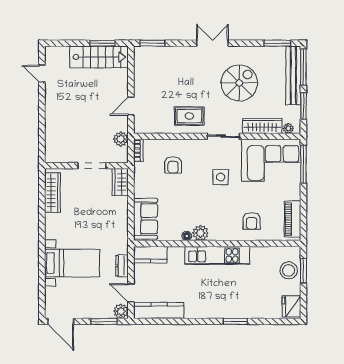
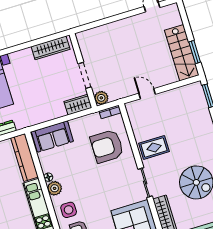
rug: (189, 116) -> (154, 147), turned 90
plant: (121, 139) -> (101, 98), moved
armchair: (173, 165) -> (107, 146), width x1.88, depth x1.88
side table: (221, 177) -> (69, 210), moved
kitchen counter: (150, 255) -> (24, 158), width x1.50

